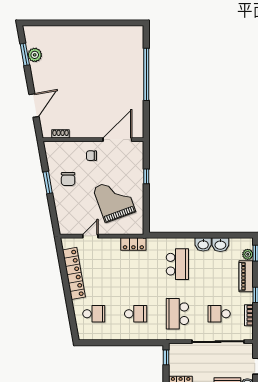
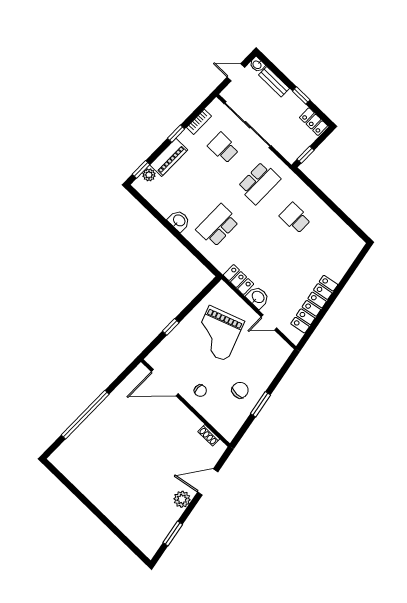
plant: (35, 55) -> (182, 499), moved
washbasin: (220, 245) -> (258, 297), moved
school desk: (94, 314) -> (331, 253), removed
school desk: (219, 314) -> (223, 148), turned 180

